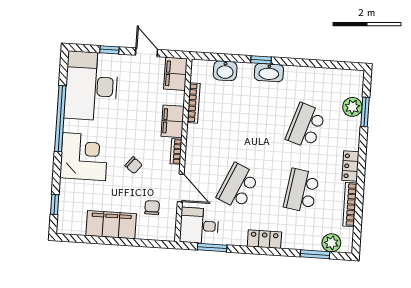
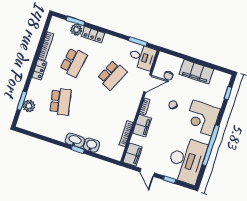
washbasin: (225, 71) -> (91, 145), moved
school desk: (306, 126) -> (61, 102), turned -30
door: (181, 188) -> (148, 83), swing flipped
locker: (264, 239) -> (93, 35), moved
plant: (331, 243) -> (76, 30), moved

